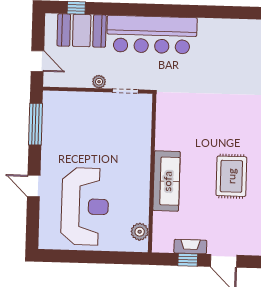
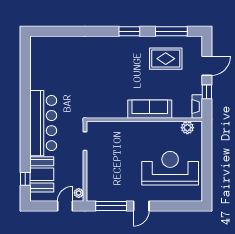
plant: (99, 82) -> (79, 193), moved
rug: (231, 176) -> (166, 59), moved
door: (34, 186) -> (141, 206), moved
fireplace: (190, 247) -> (197, 107), moved

